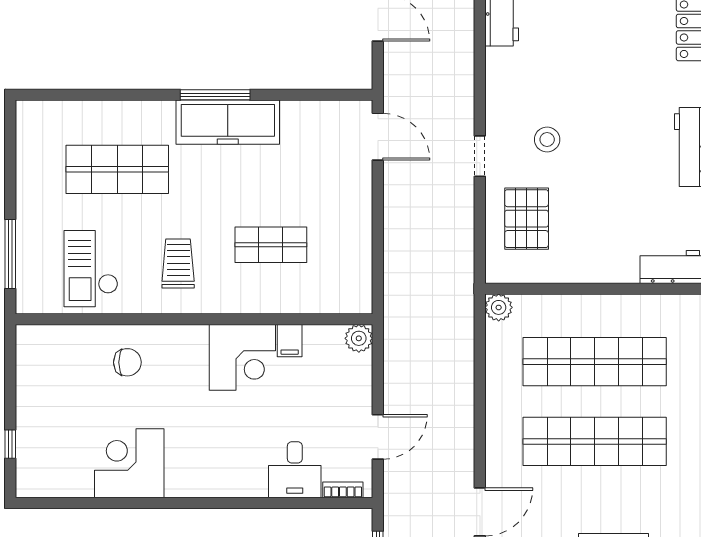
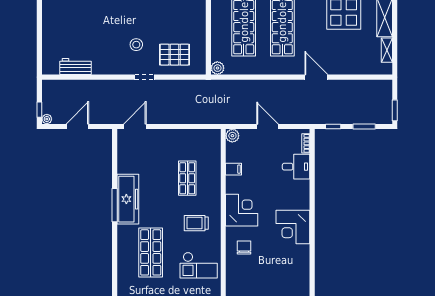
corner desk: (242, 357) -> (242, 210), moved
door: (378, 437) -> (267, 126), moved
corner desk: (129, 463) -> (293, 227), moved

